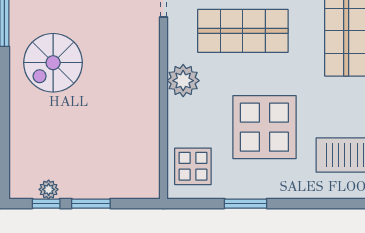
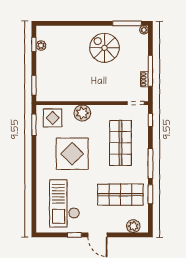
plant: (183, 81) -> (82, 113), moved
window: (91, 204) -> (34, 85), moved
window: (246, 204) -> (34, 125), moved

